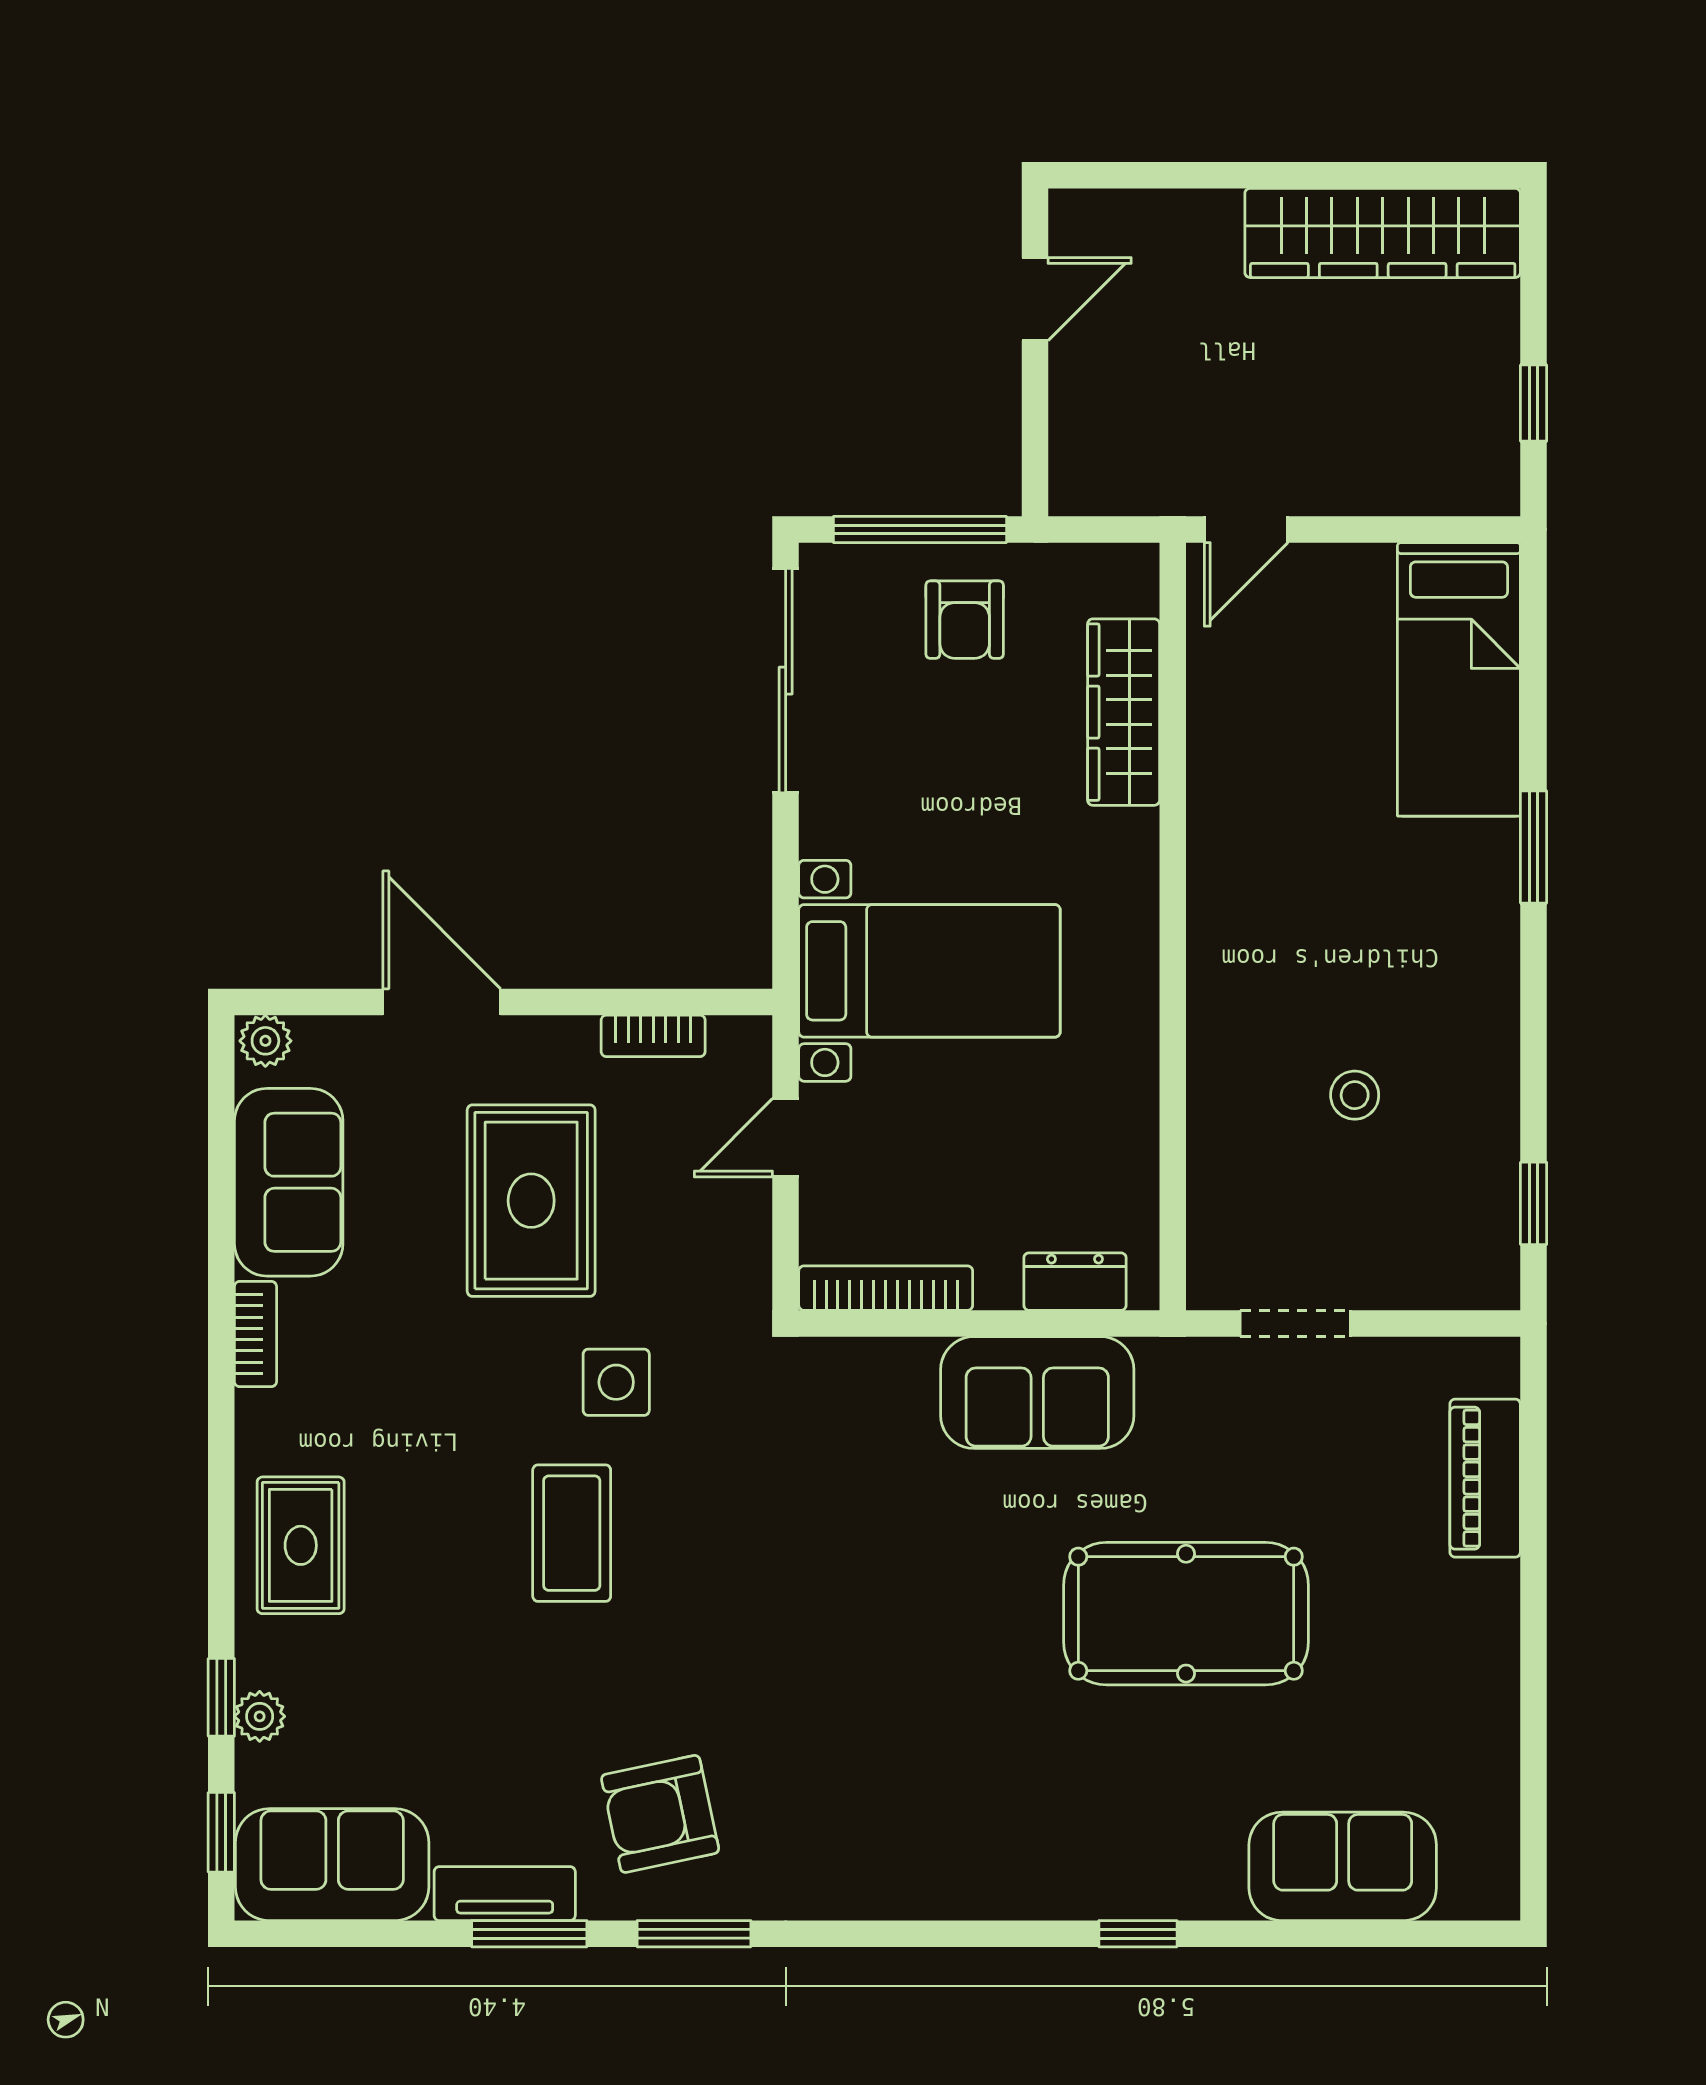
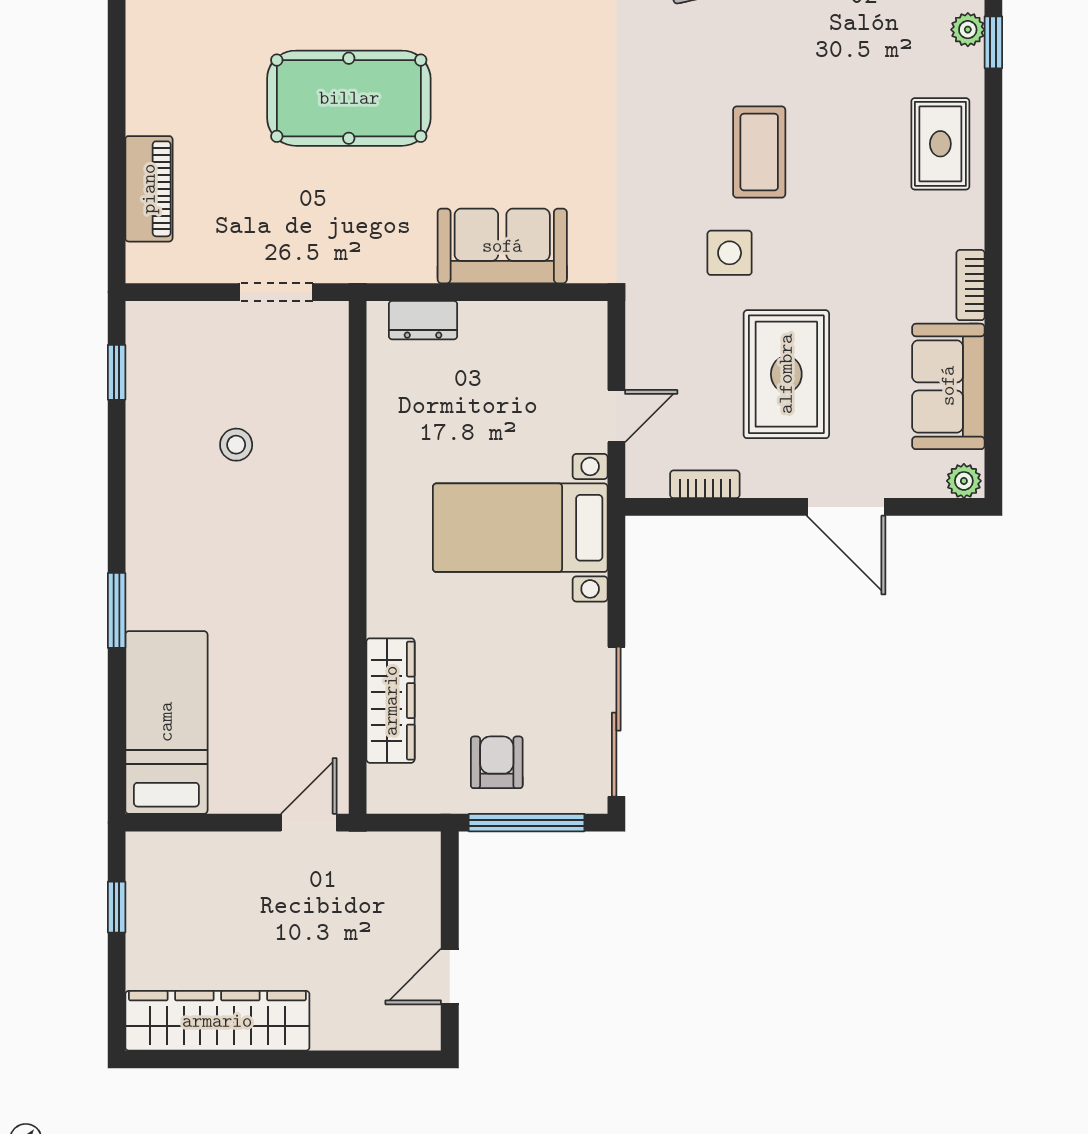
bookcase: (886, 1288) -> (549, 316), removed
sofa: (1037, 1393) -> (502, 246), moved

